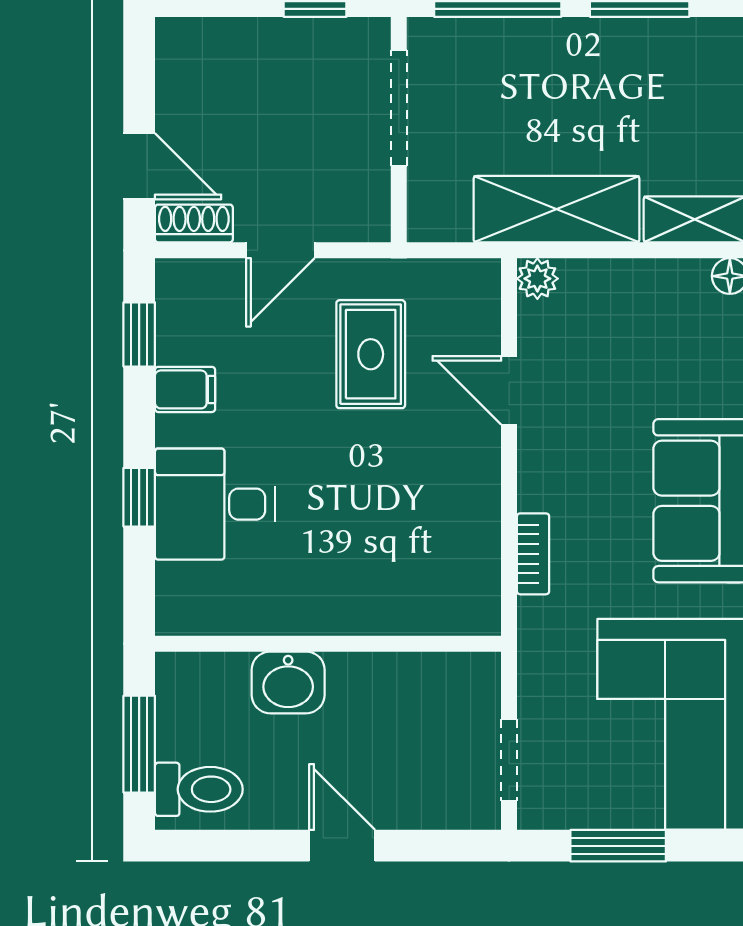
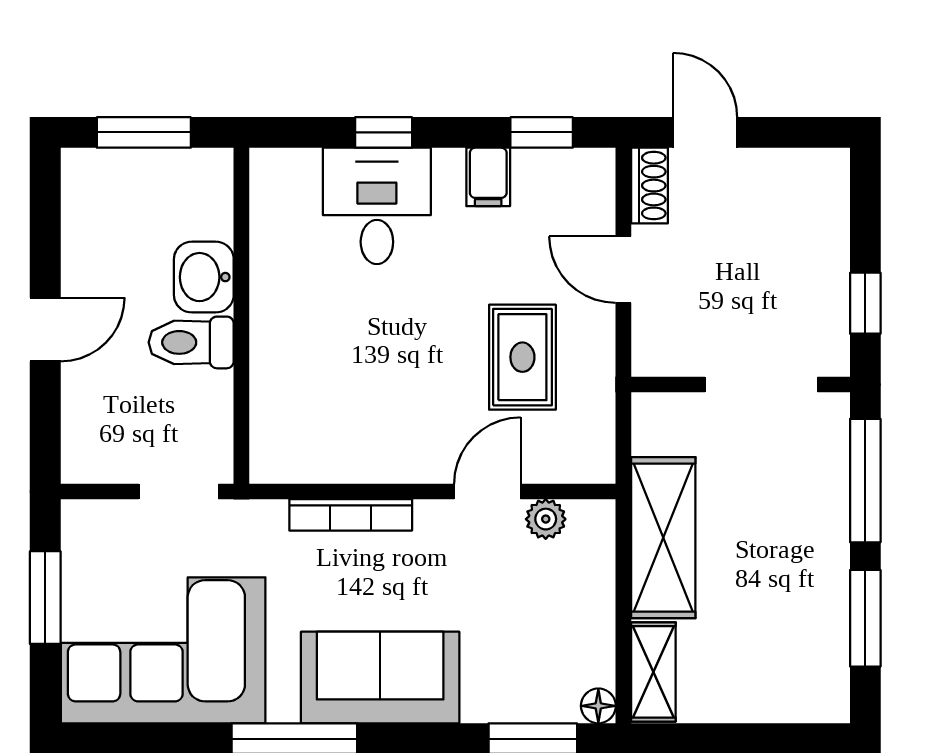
door: (139, 166) -> (705, 132), swing flipped
plant: (537, 279) -> (546, 519), moved
rug: (371, 354) -> (522, 357), turned 90
bookcase: (533, 554) -> (351, 515), width x1.56
doorway: (509, 760) -> (179, 492), moved
toilet: (199, 789) -> (191, 342), moved, turned 90

